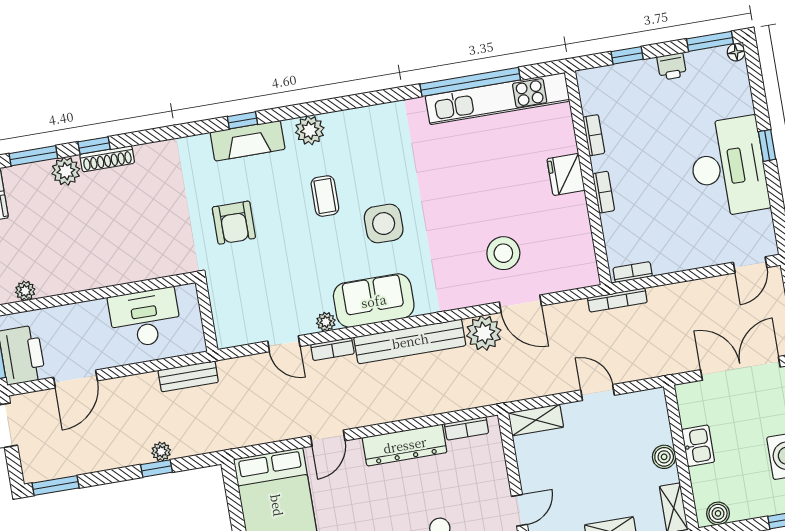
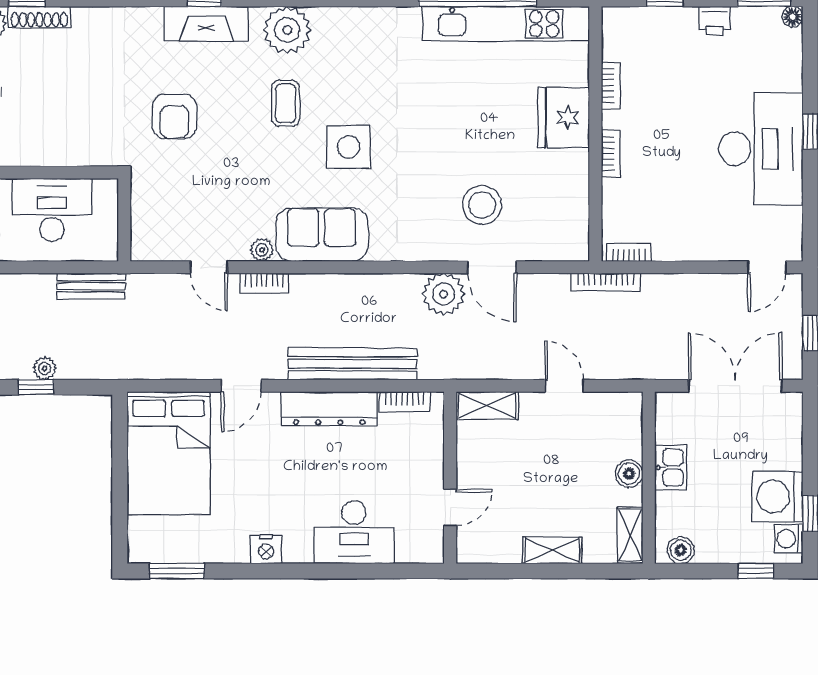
plant: (310, 130) -> (287, 30), width x1.36, depth x1.36
fridge: (566, 174) -> (564, 118), width x1.36, depth x1.34
bench: (410, 341) -> (353, 364), moved

